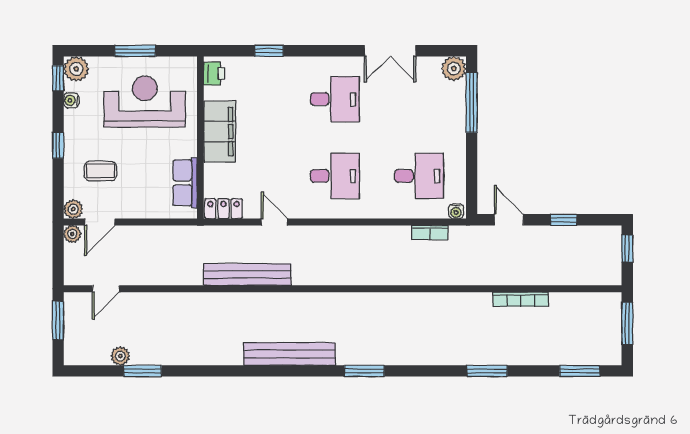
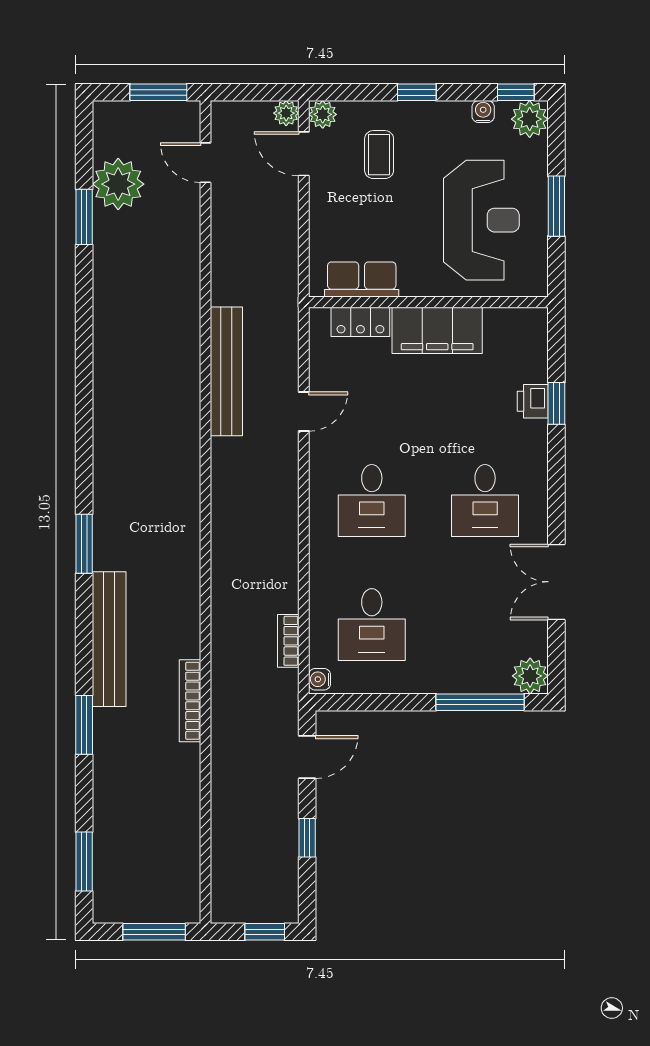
printer: (214, 74) -> (533, 401), moved, turned 90
locker: (223, 209) -> (360, 322), moved, turned 90
bookcase: (521, 299) -> (190, 701), moved
bench: (289, 354) -> (109, 639), moved
plant: (120, 356) -> (118, 184), width x1.88, depth x1.88

